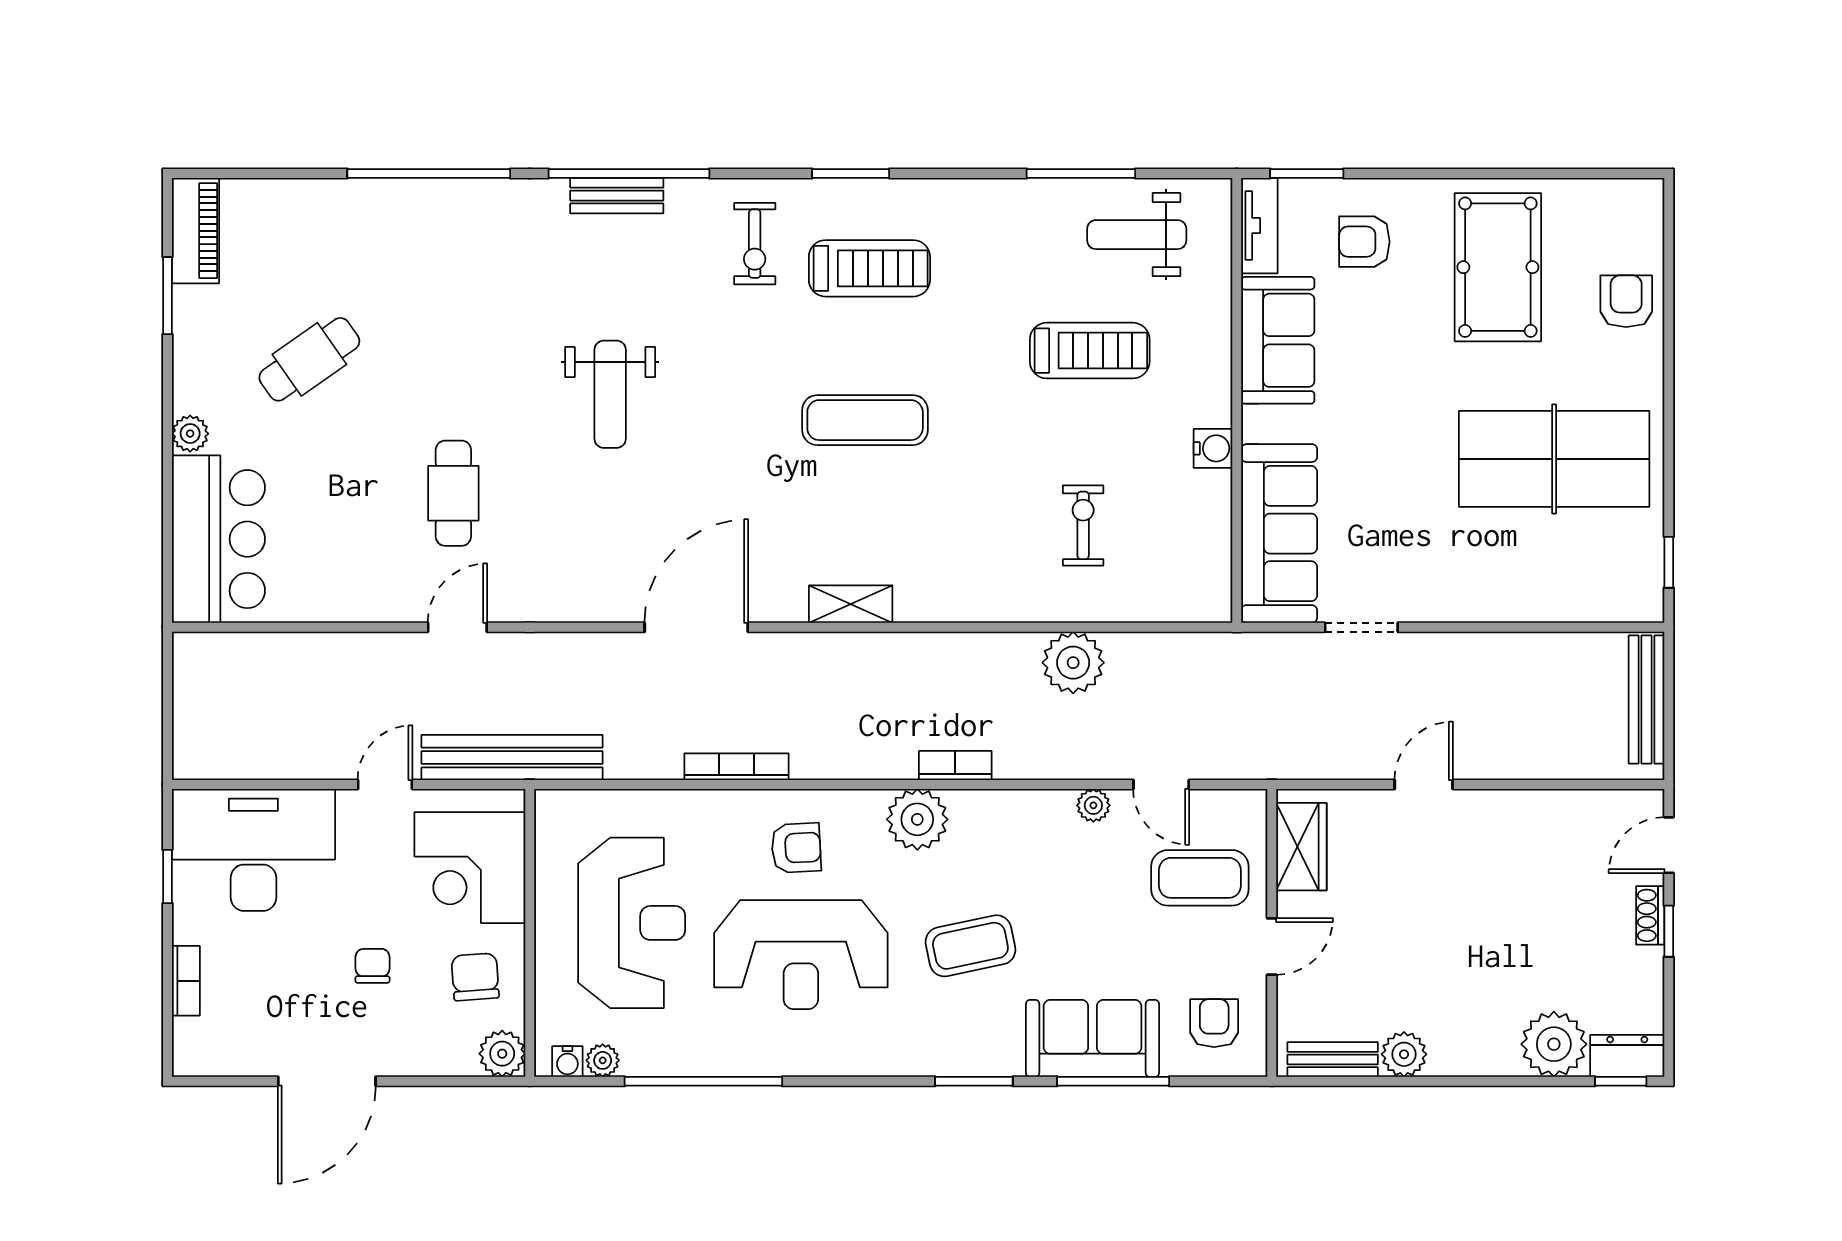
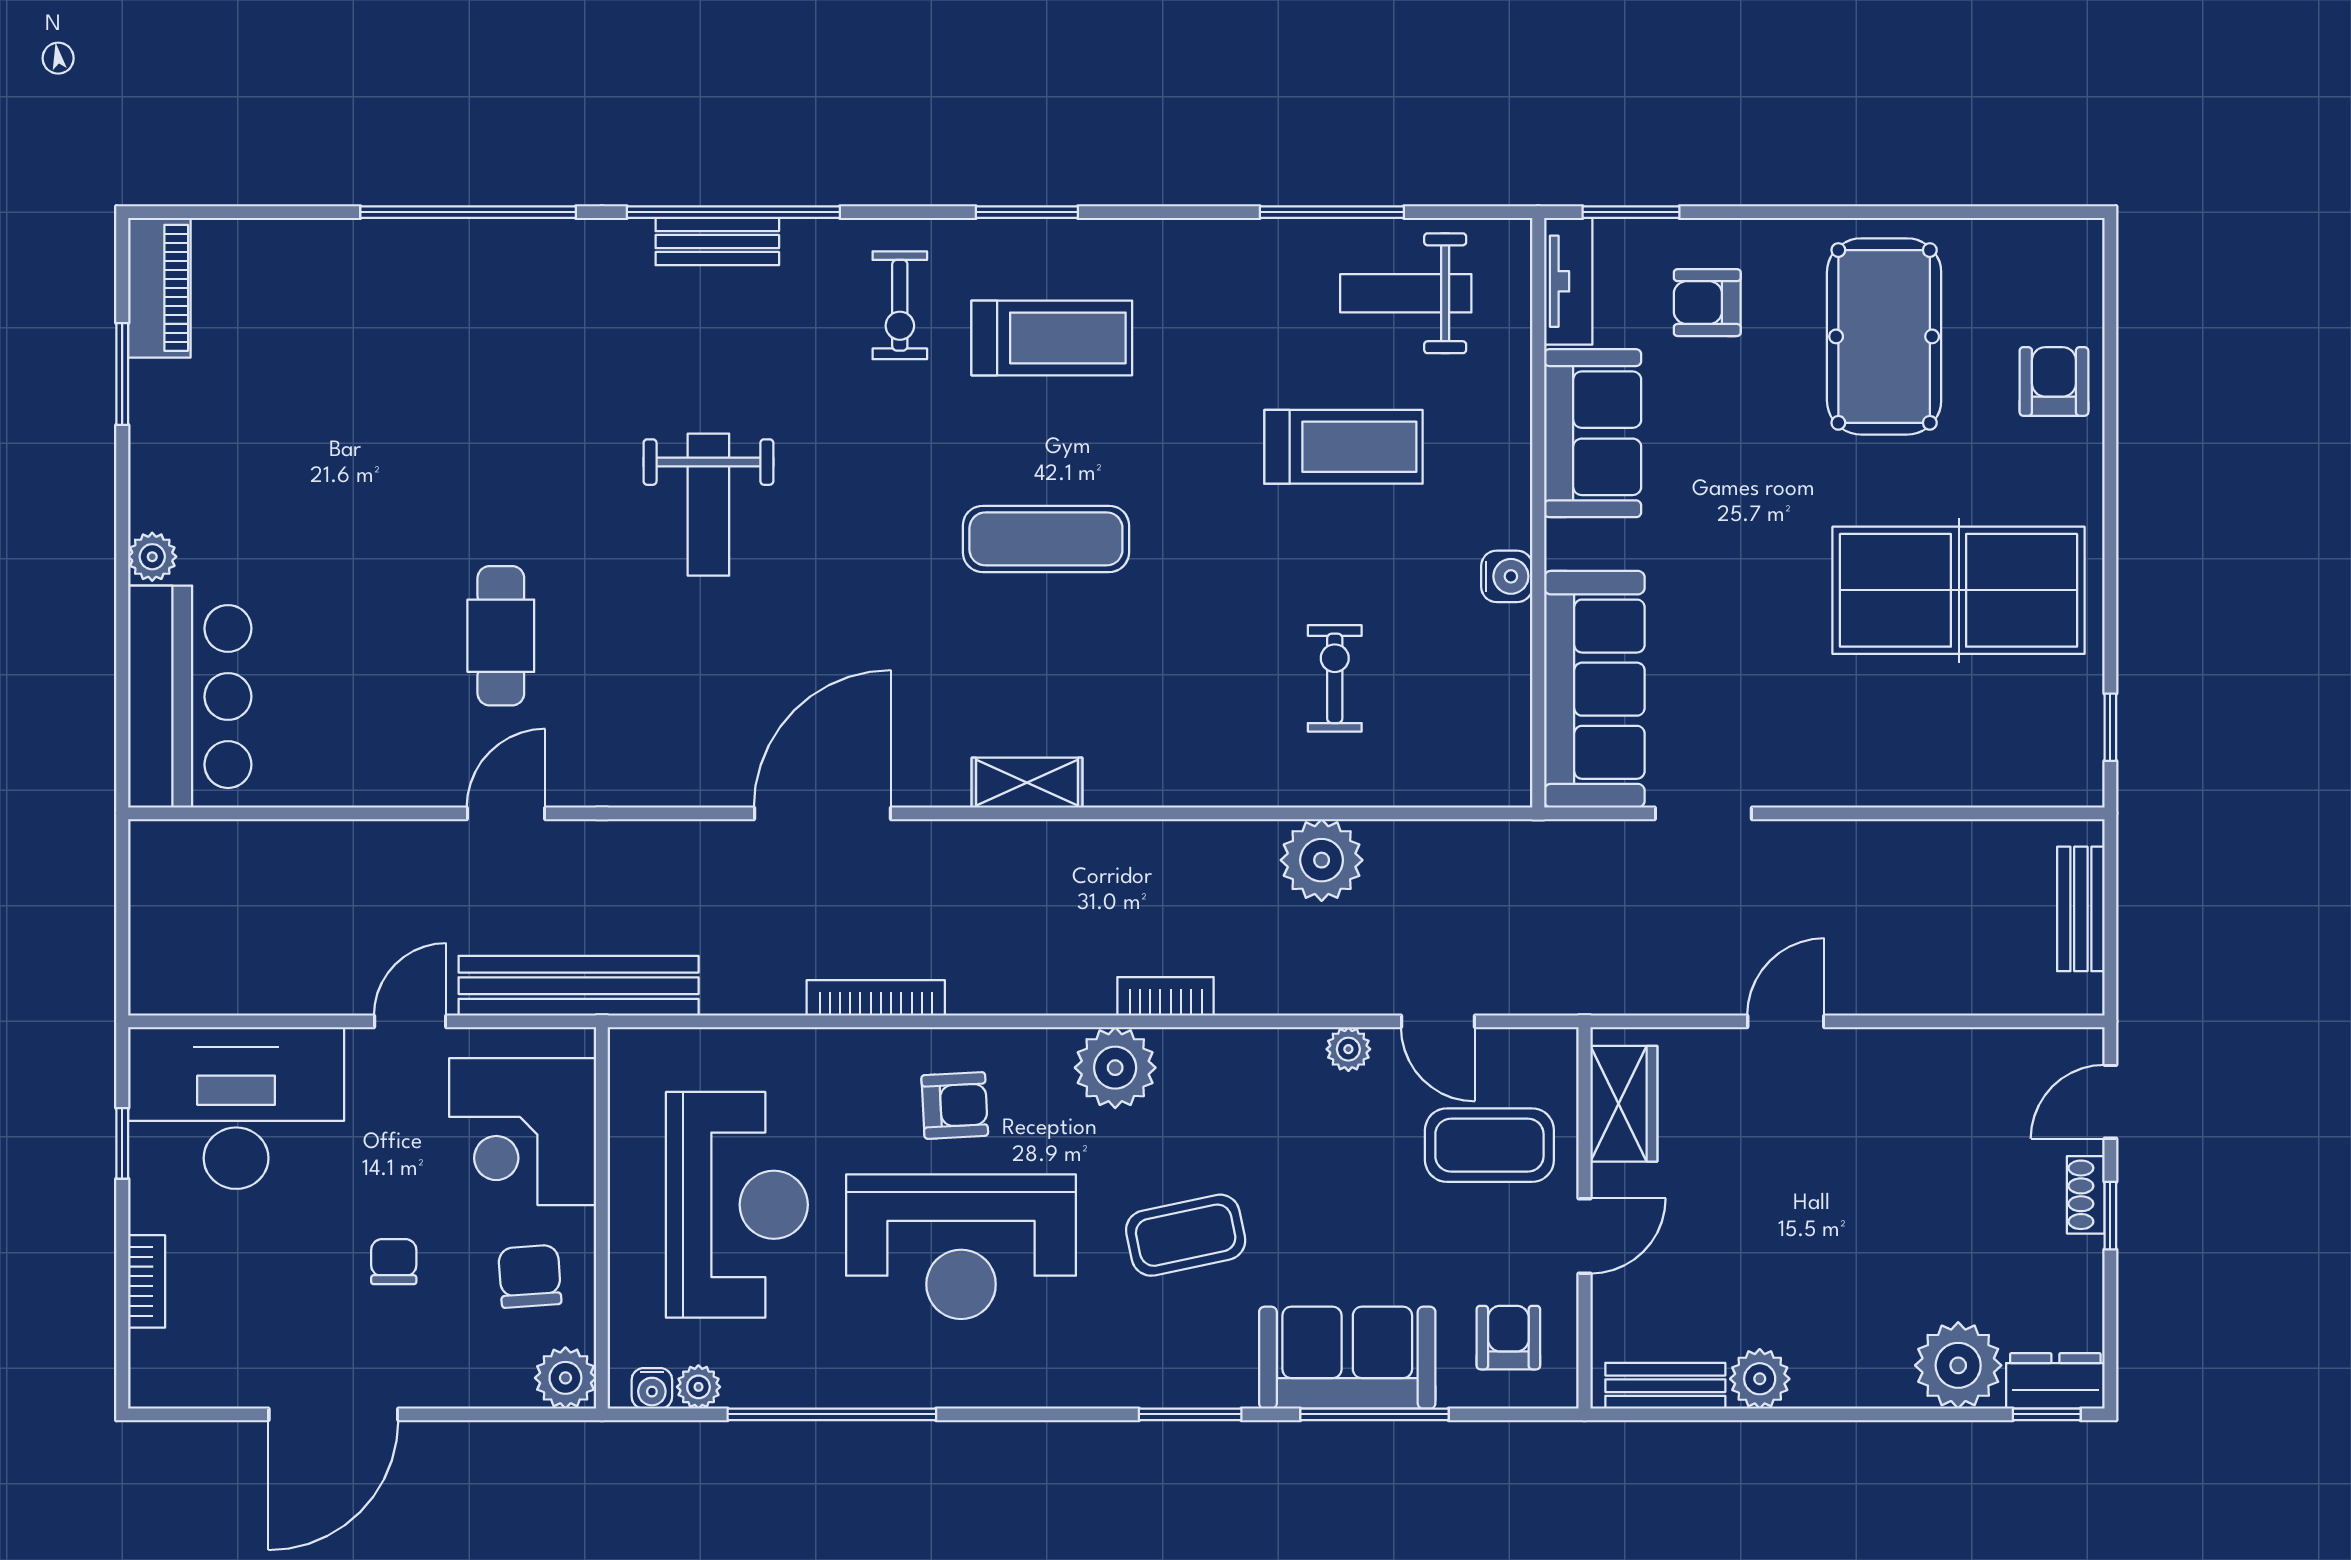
cafe table: (309, 359) -> (310, 458), removed
bench: (1647, 699) -> (2081, 909), width x0.73

